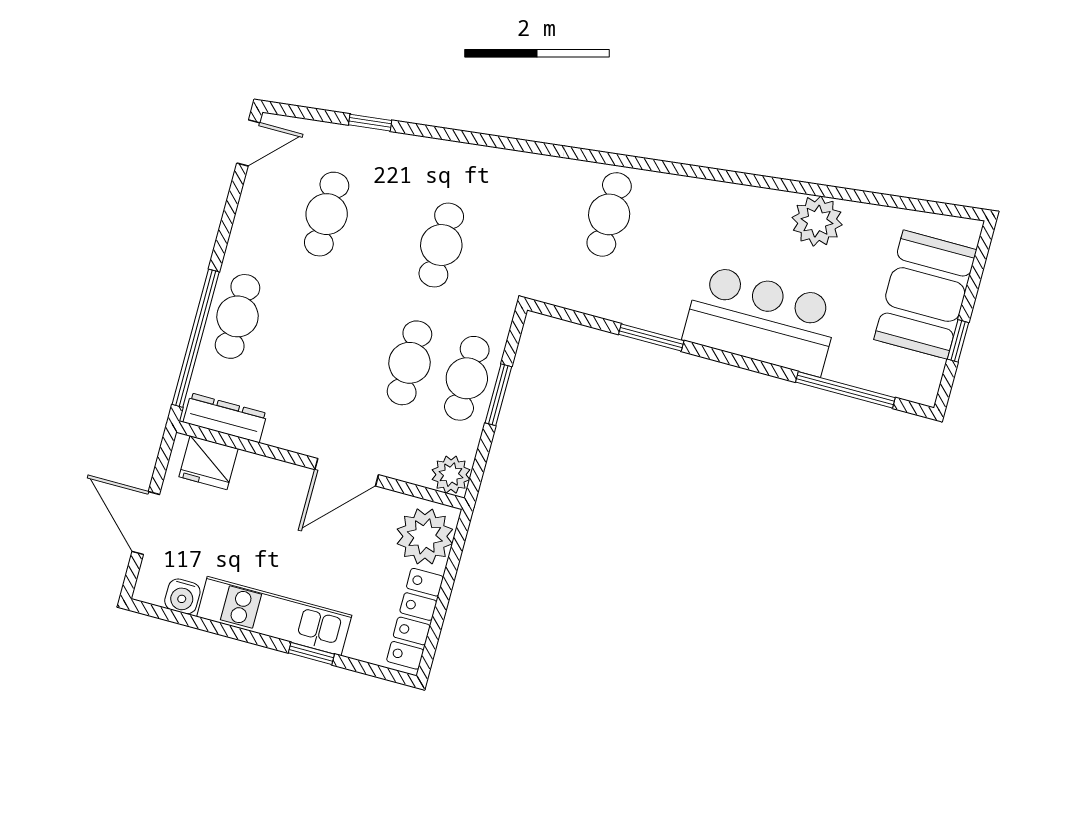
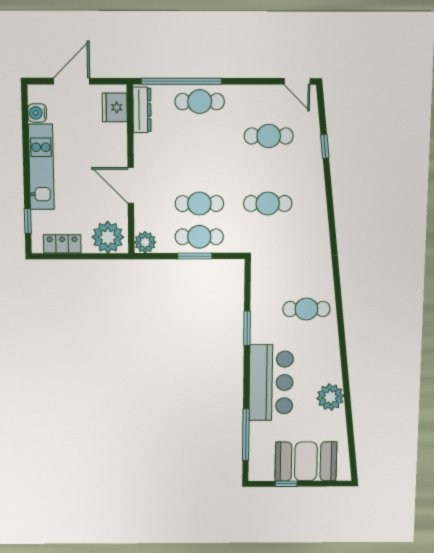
cafe table: (609, 214) -> (306, 309), moved
locker: (415, 619) -> (62, 244), width x0.66
window: (311, 653) -> (28, 221), moved

